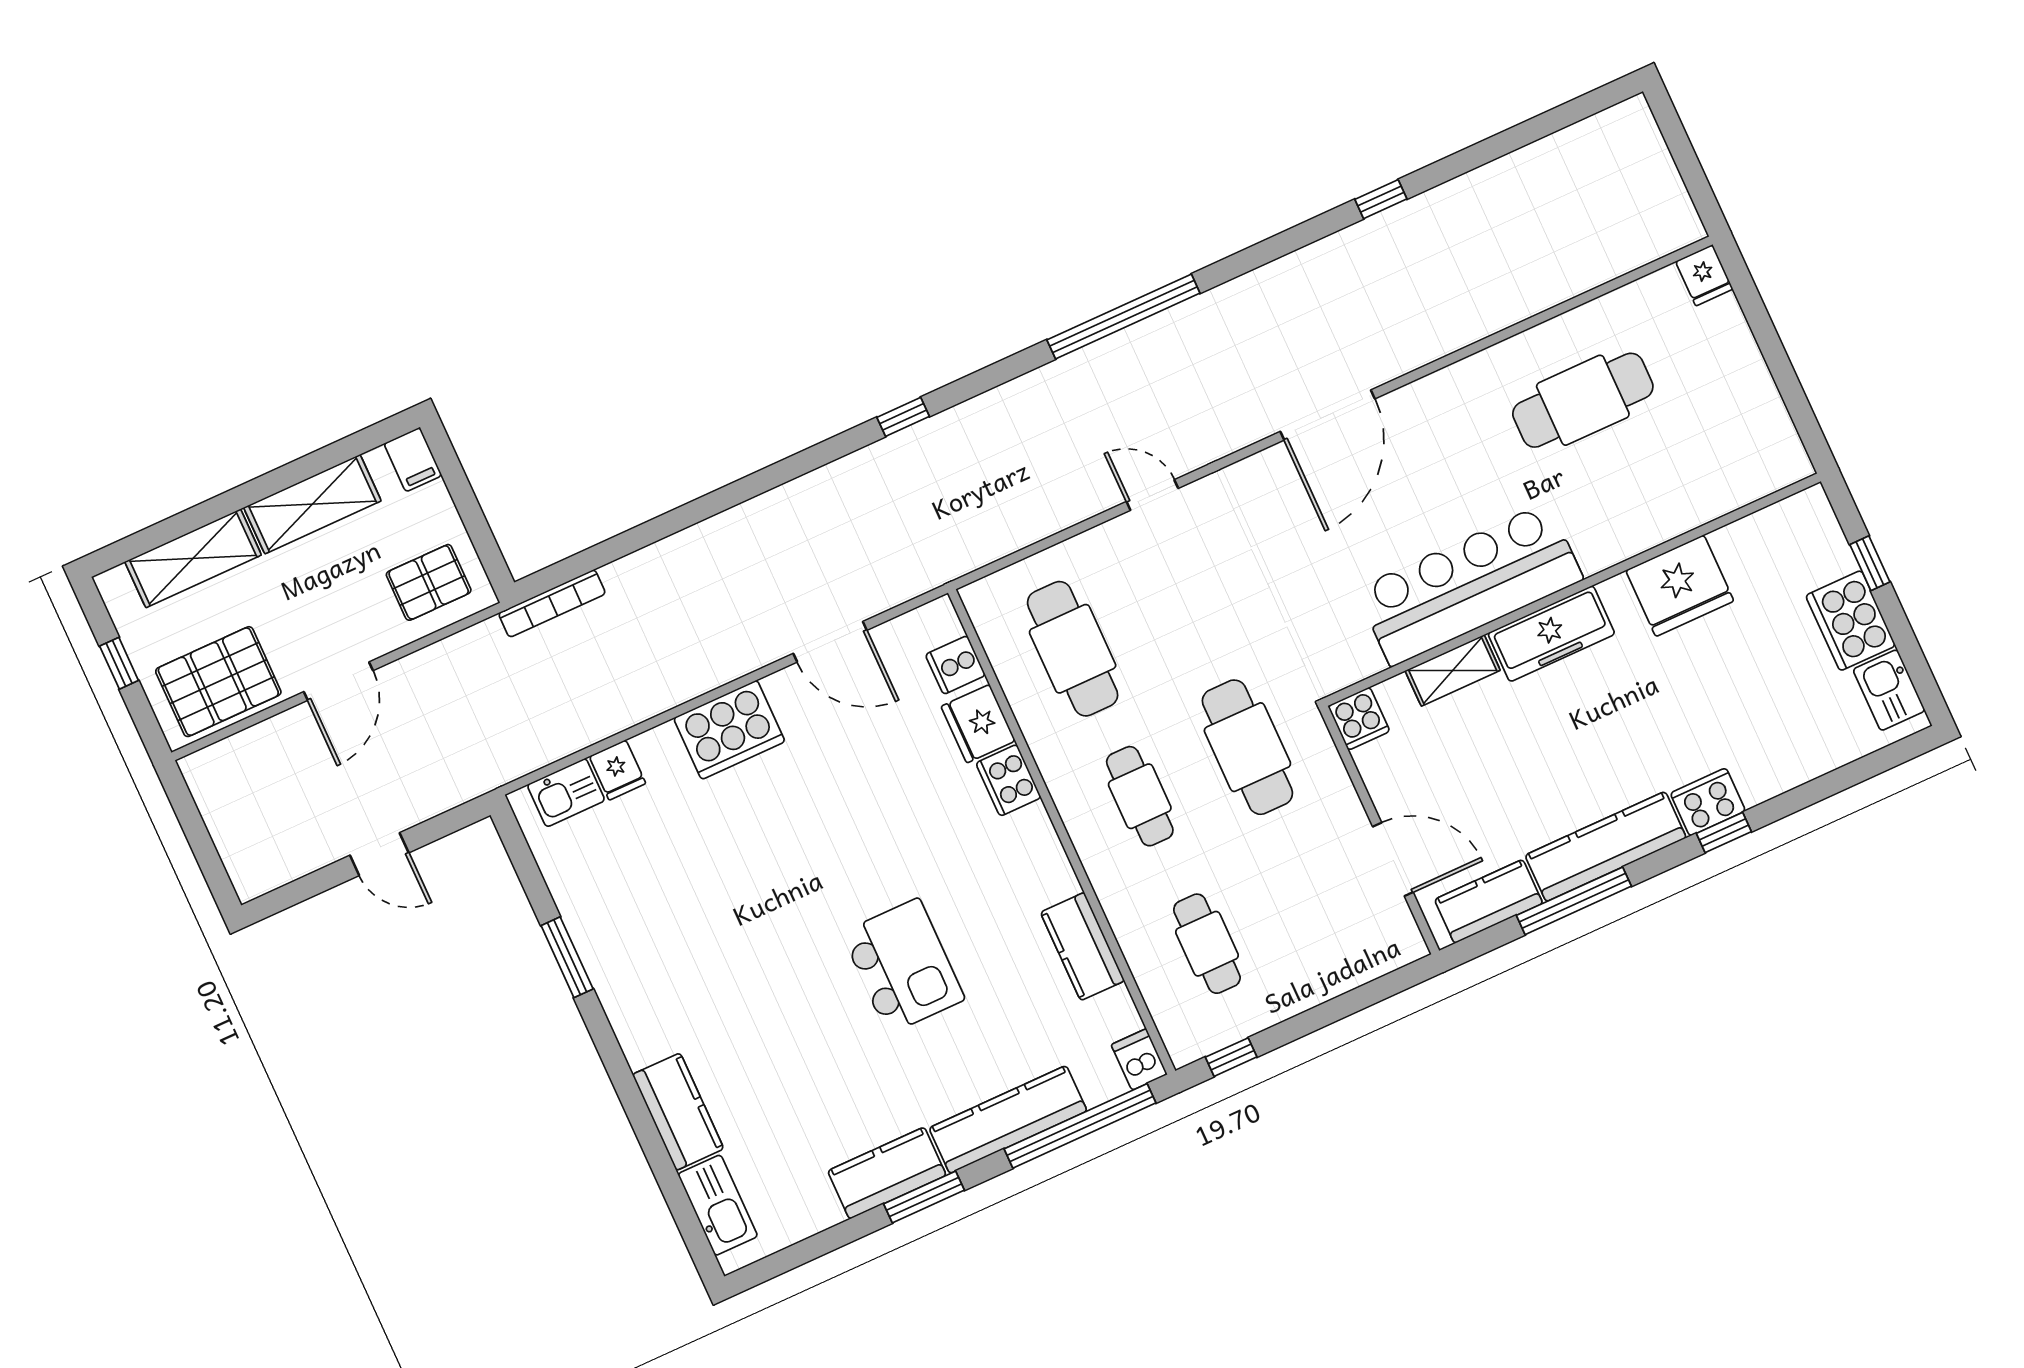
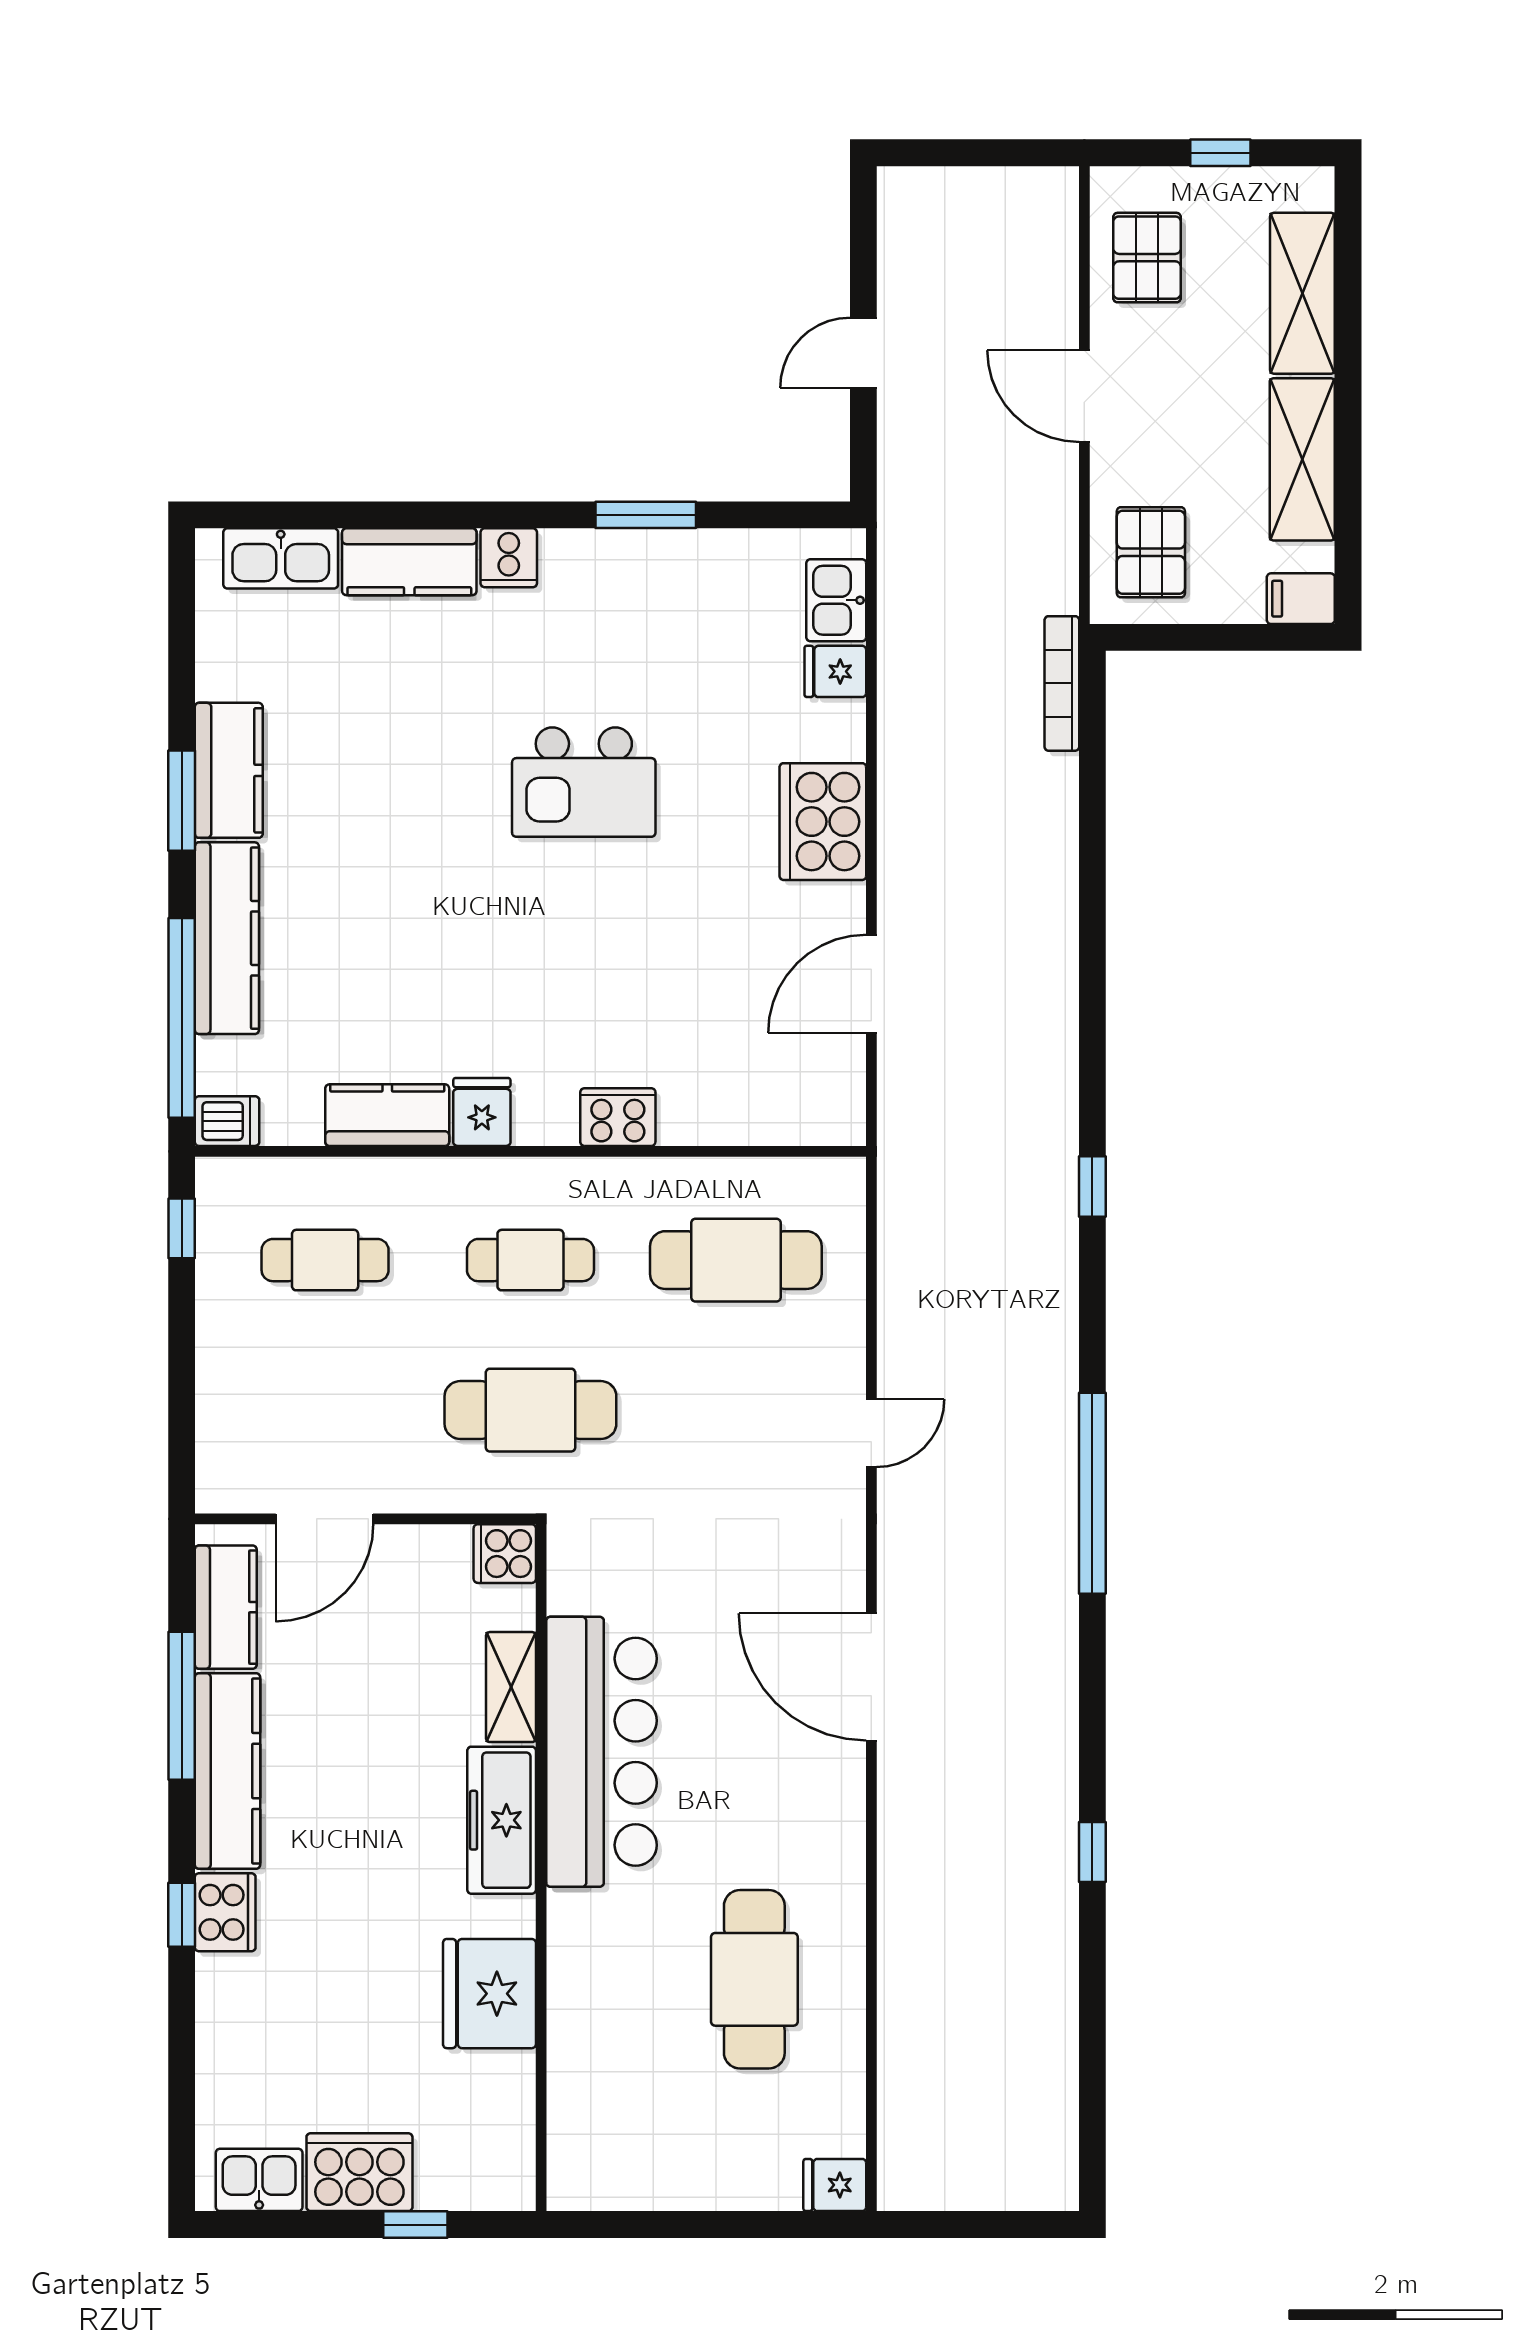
cooker: (955, 665) -> (509, 558), moved, turned 180
pallet: (218, 682) -> (1147, 258), width x0.67, depth x0.71
fridge: (978, 724) -> (482, 1112), moved, width x0.72
kitchen island: (903, 966) -> (584, 782), moved

